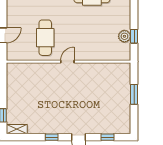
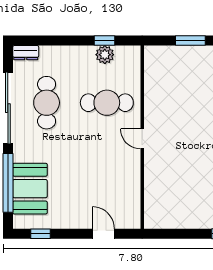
cafe table: (45, 38) -> (107, 103), moved

